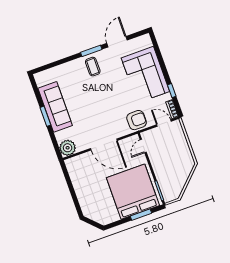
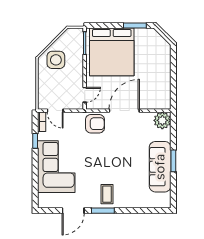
armchair: (137, 120) -> (95, 124), moved, turned 180
door: (104, 144) -> (124, 111), hinge flipped
side table: (179, 167) -> (56, 60), added
window: (141, 215) -> (135, 26), moved

